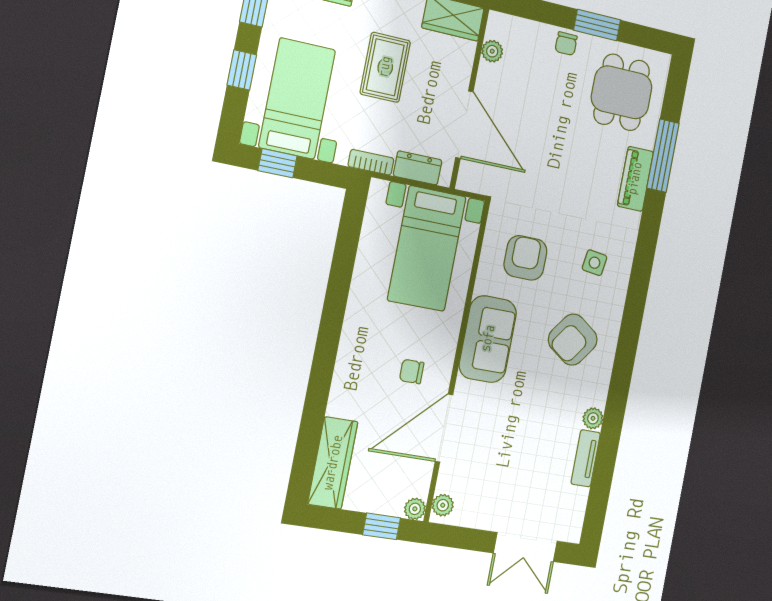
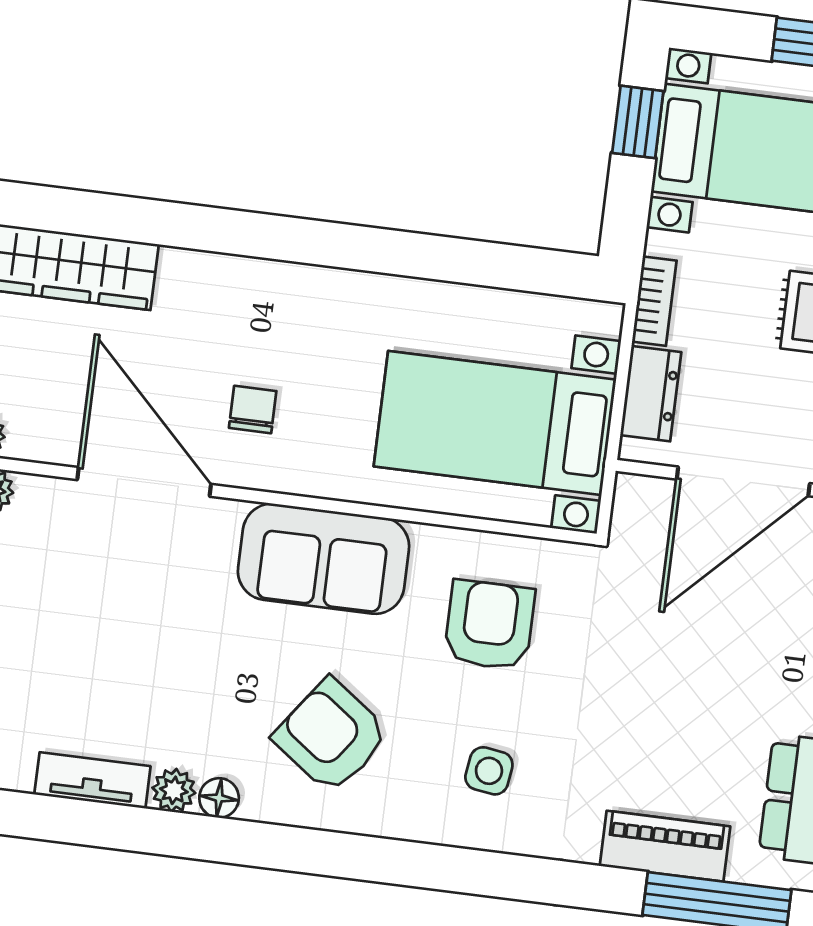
armchair: (525, 258) -> (489, 625), turned -90
floor lamp: (598, 396) -> (219, 798), added

